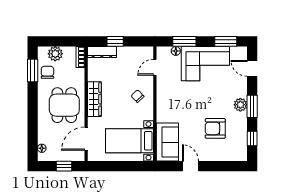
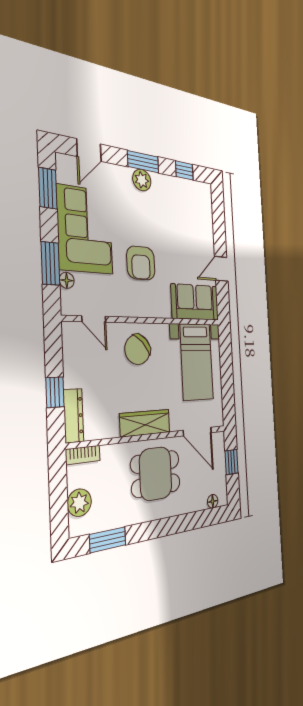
chair: (47, 72) -> (109, 512), removed
chair: (138, 96) -> (138, 349), width x1.87, depth x1.87
armchair: (215, 128) -> (141, 263), moved

